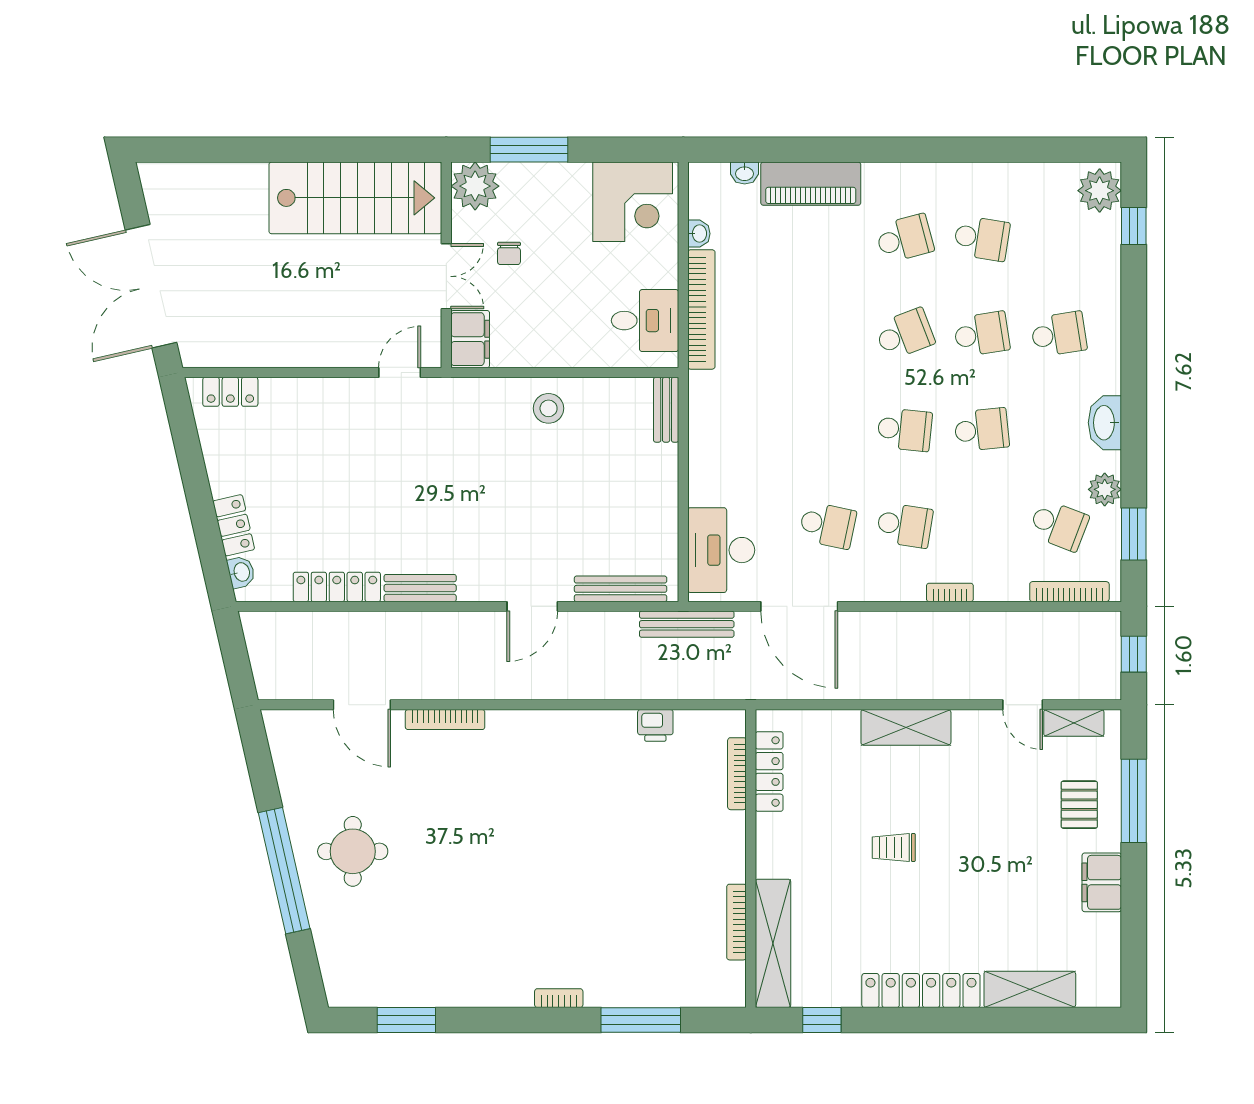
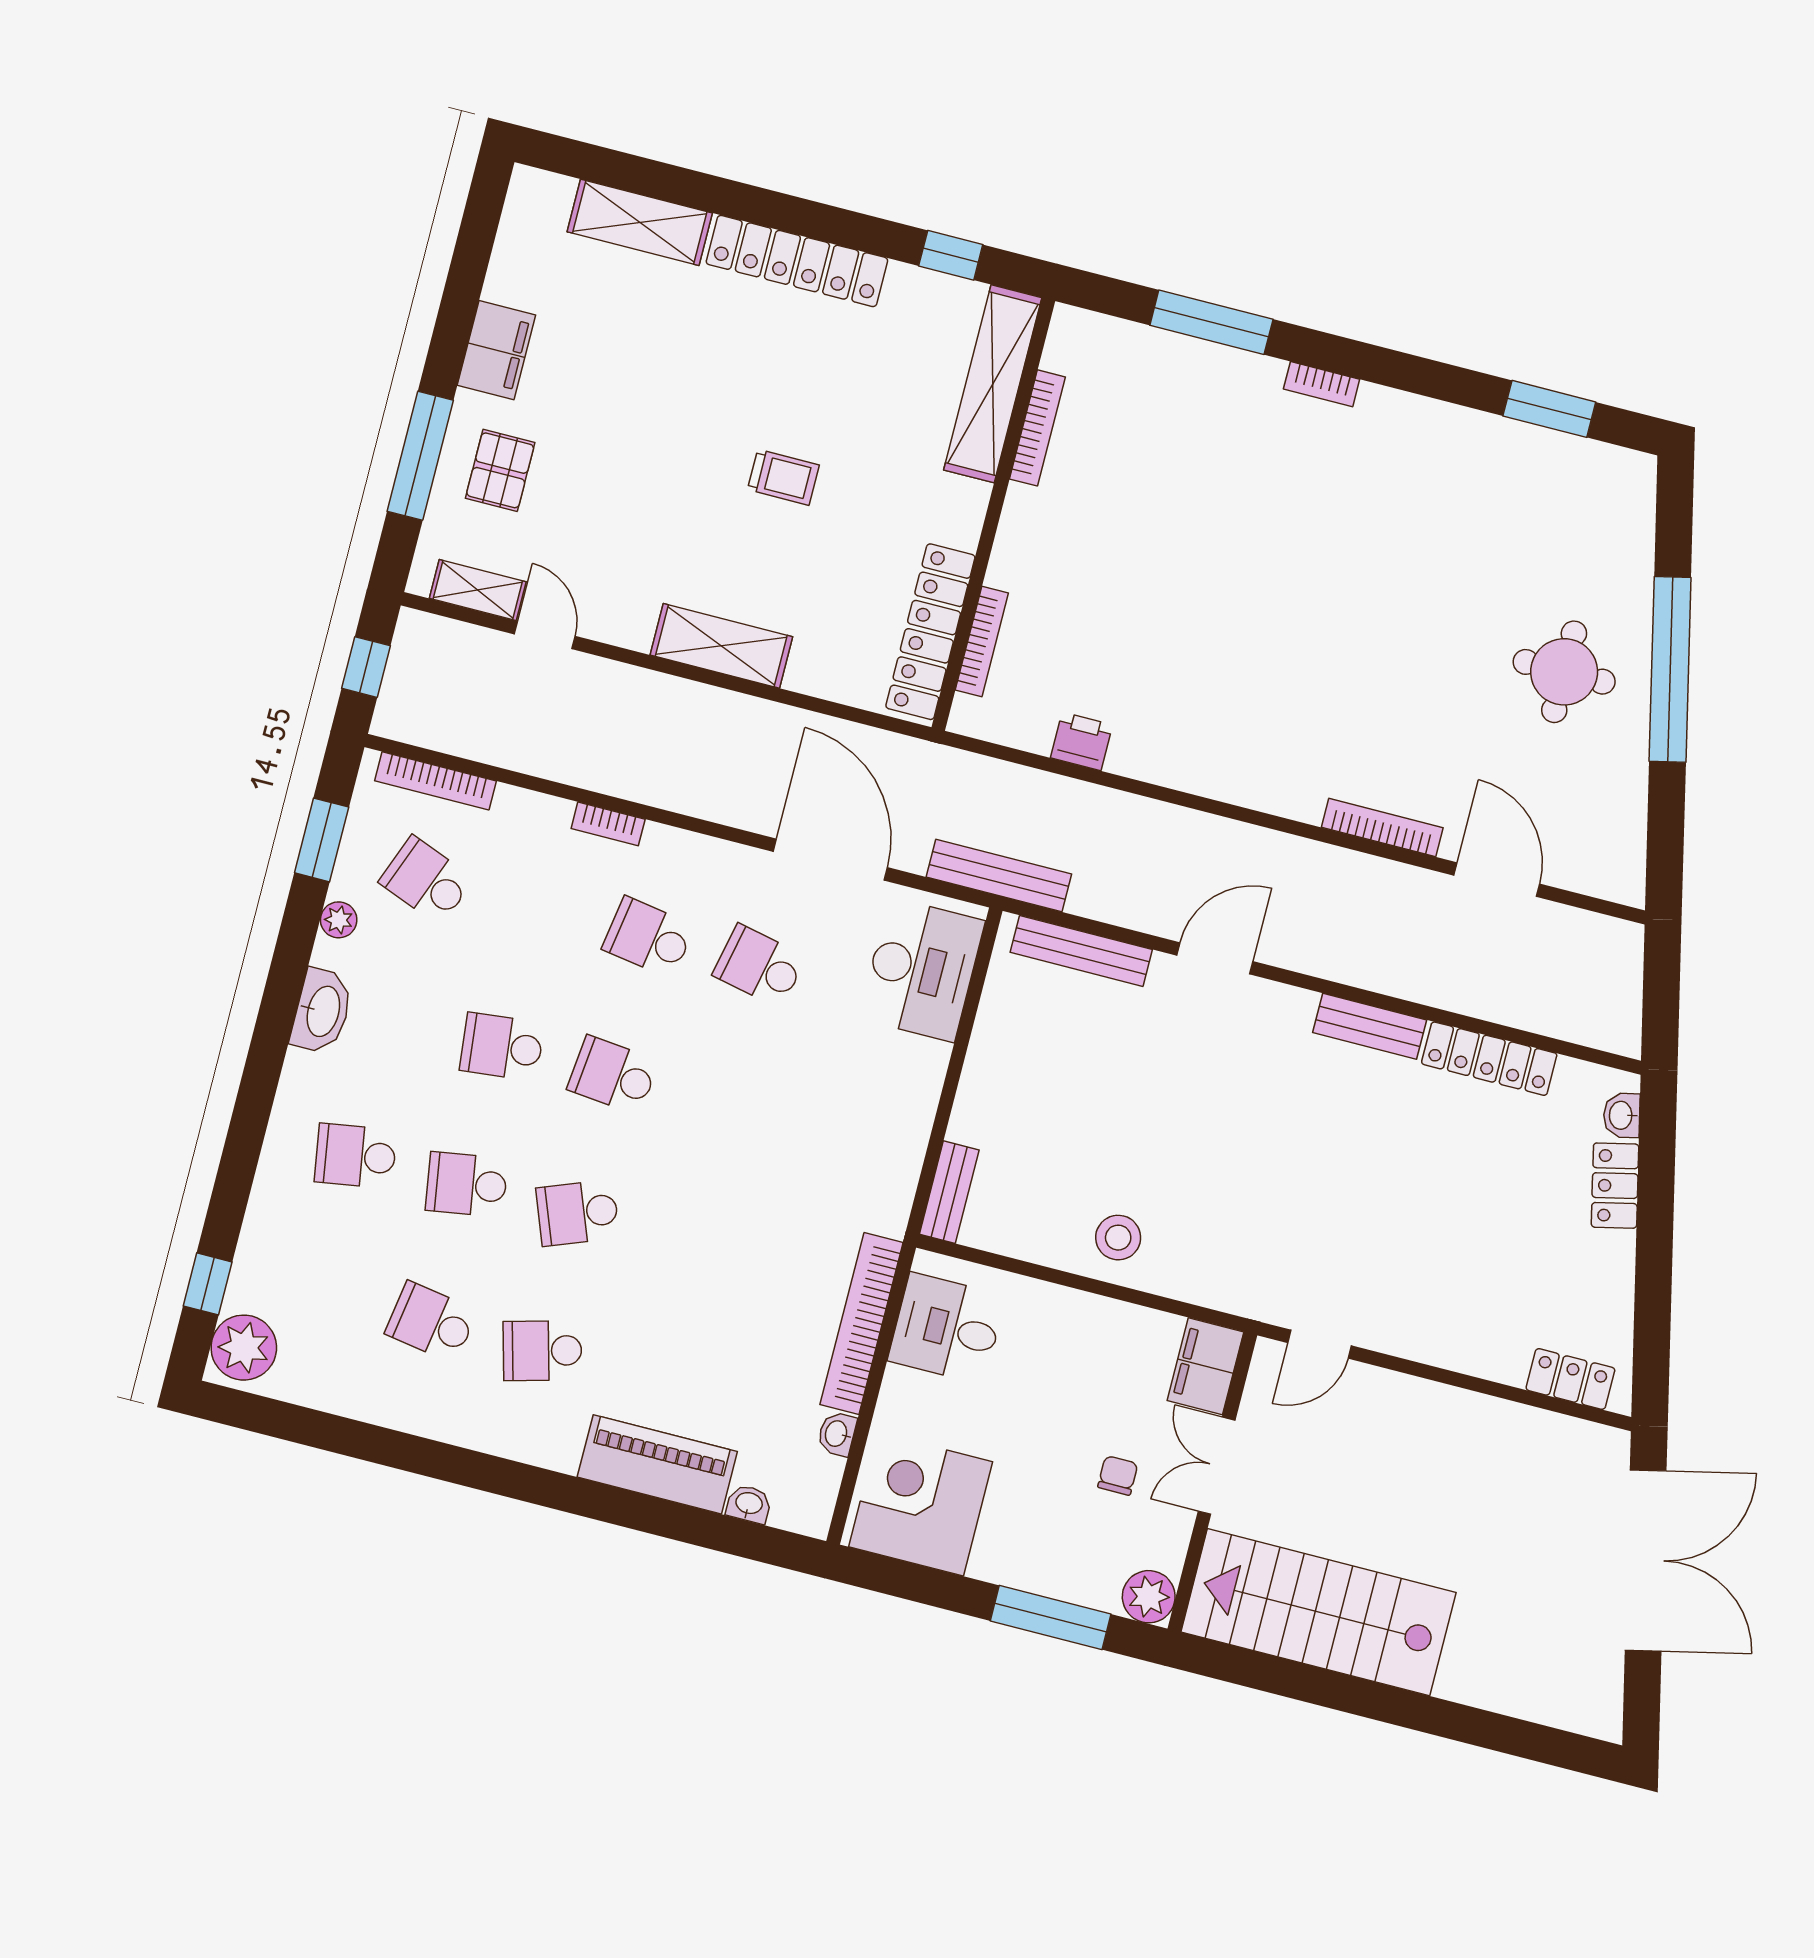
plant: (475, 186) -> (1149, 1597), width x0.73, depth x0.73
plant: (1105, 489) -> (339, 920), width x0.73, depth x0.73
locker: (769, 772) -> (930, 632), width x1.41, depth x1.21

